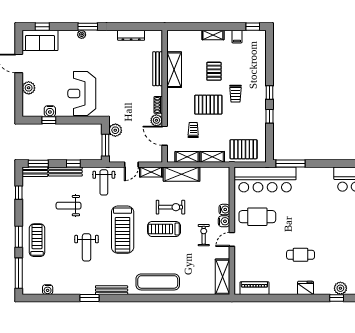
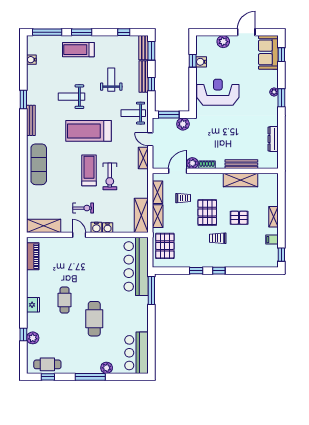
shelving: (182, 174) -> (141, 215), moved
cafe table: (257, 217) -> (94, 319), moved
treadmill: (37, 240) -> (78, 50), turned 180

